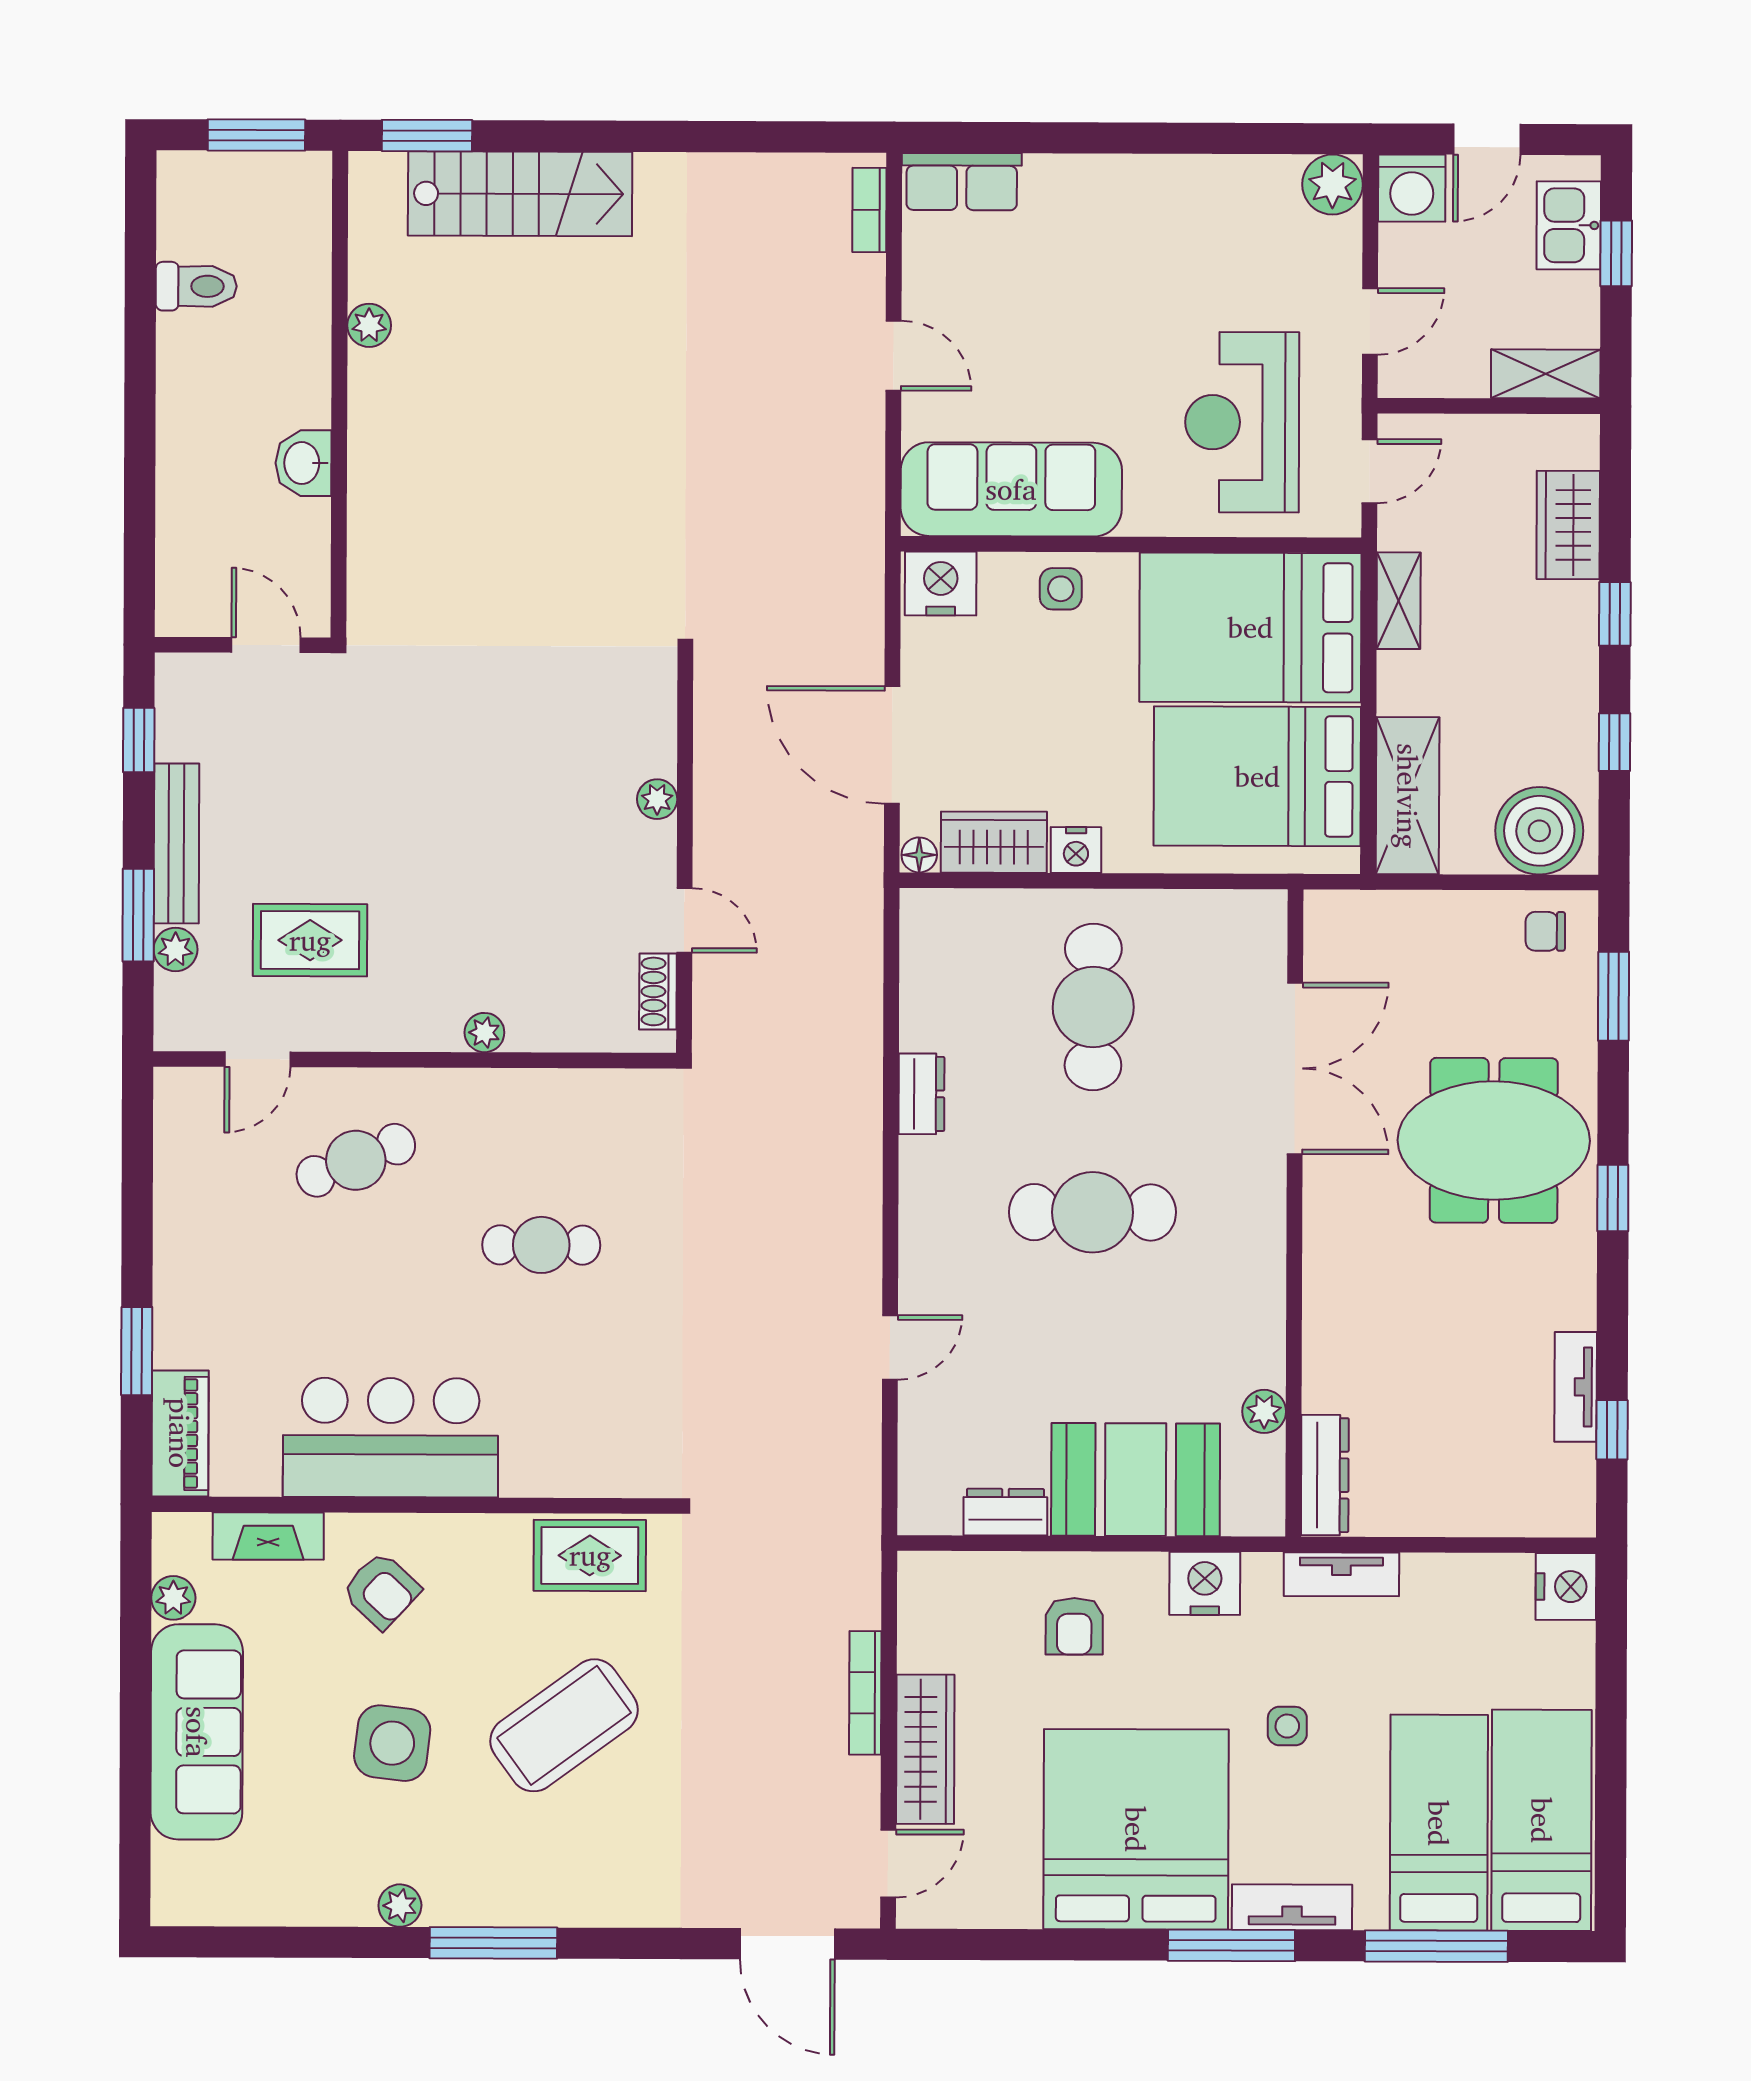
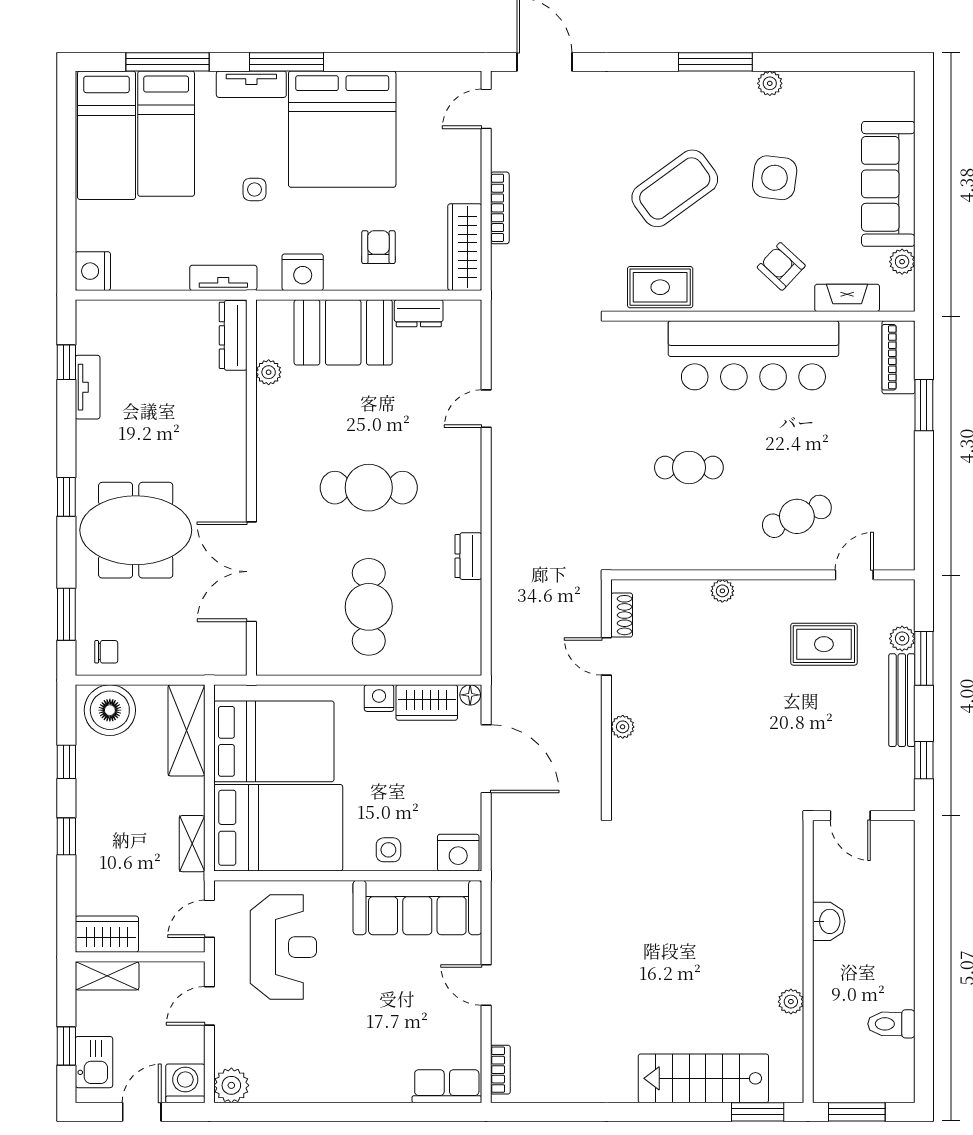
wardrobe: (1568, 525) -> (107, 934), moved, turned -90
bar counter: (391, 1438) -> (753, 355), width x1.36
wardrobe: (925, 1749) -> (465, 247), moved

